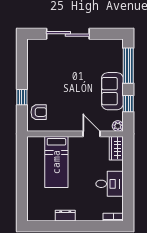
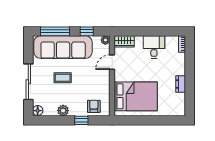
floor lamp: (34, 45) -> (38, 111), added
plant: (34, 75) -> (63, 111), added
coffee table: (73, 75) -> (63, 78), added
sofa: (112, 91) -> (63, 47), width x1.85, depth x1.27
bed: (56, 162) -> (136, 96), width x1.50

